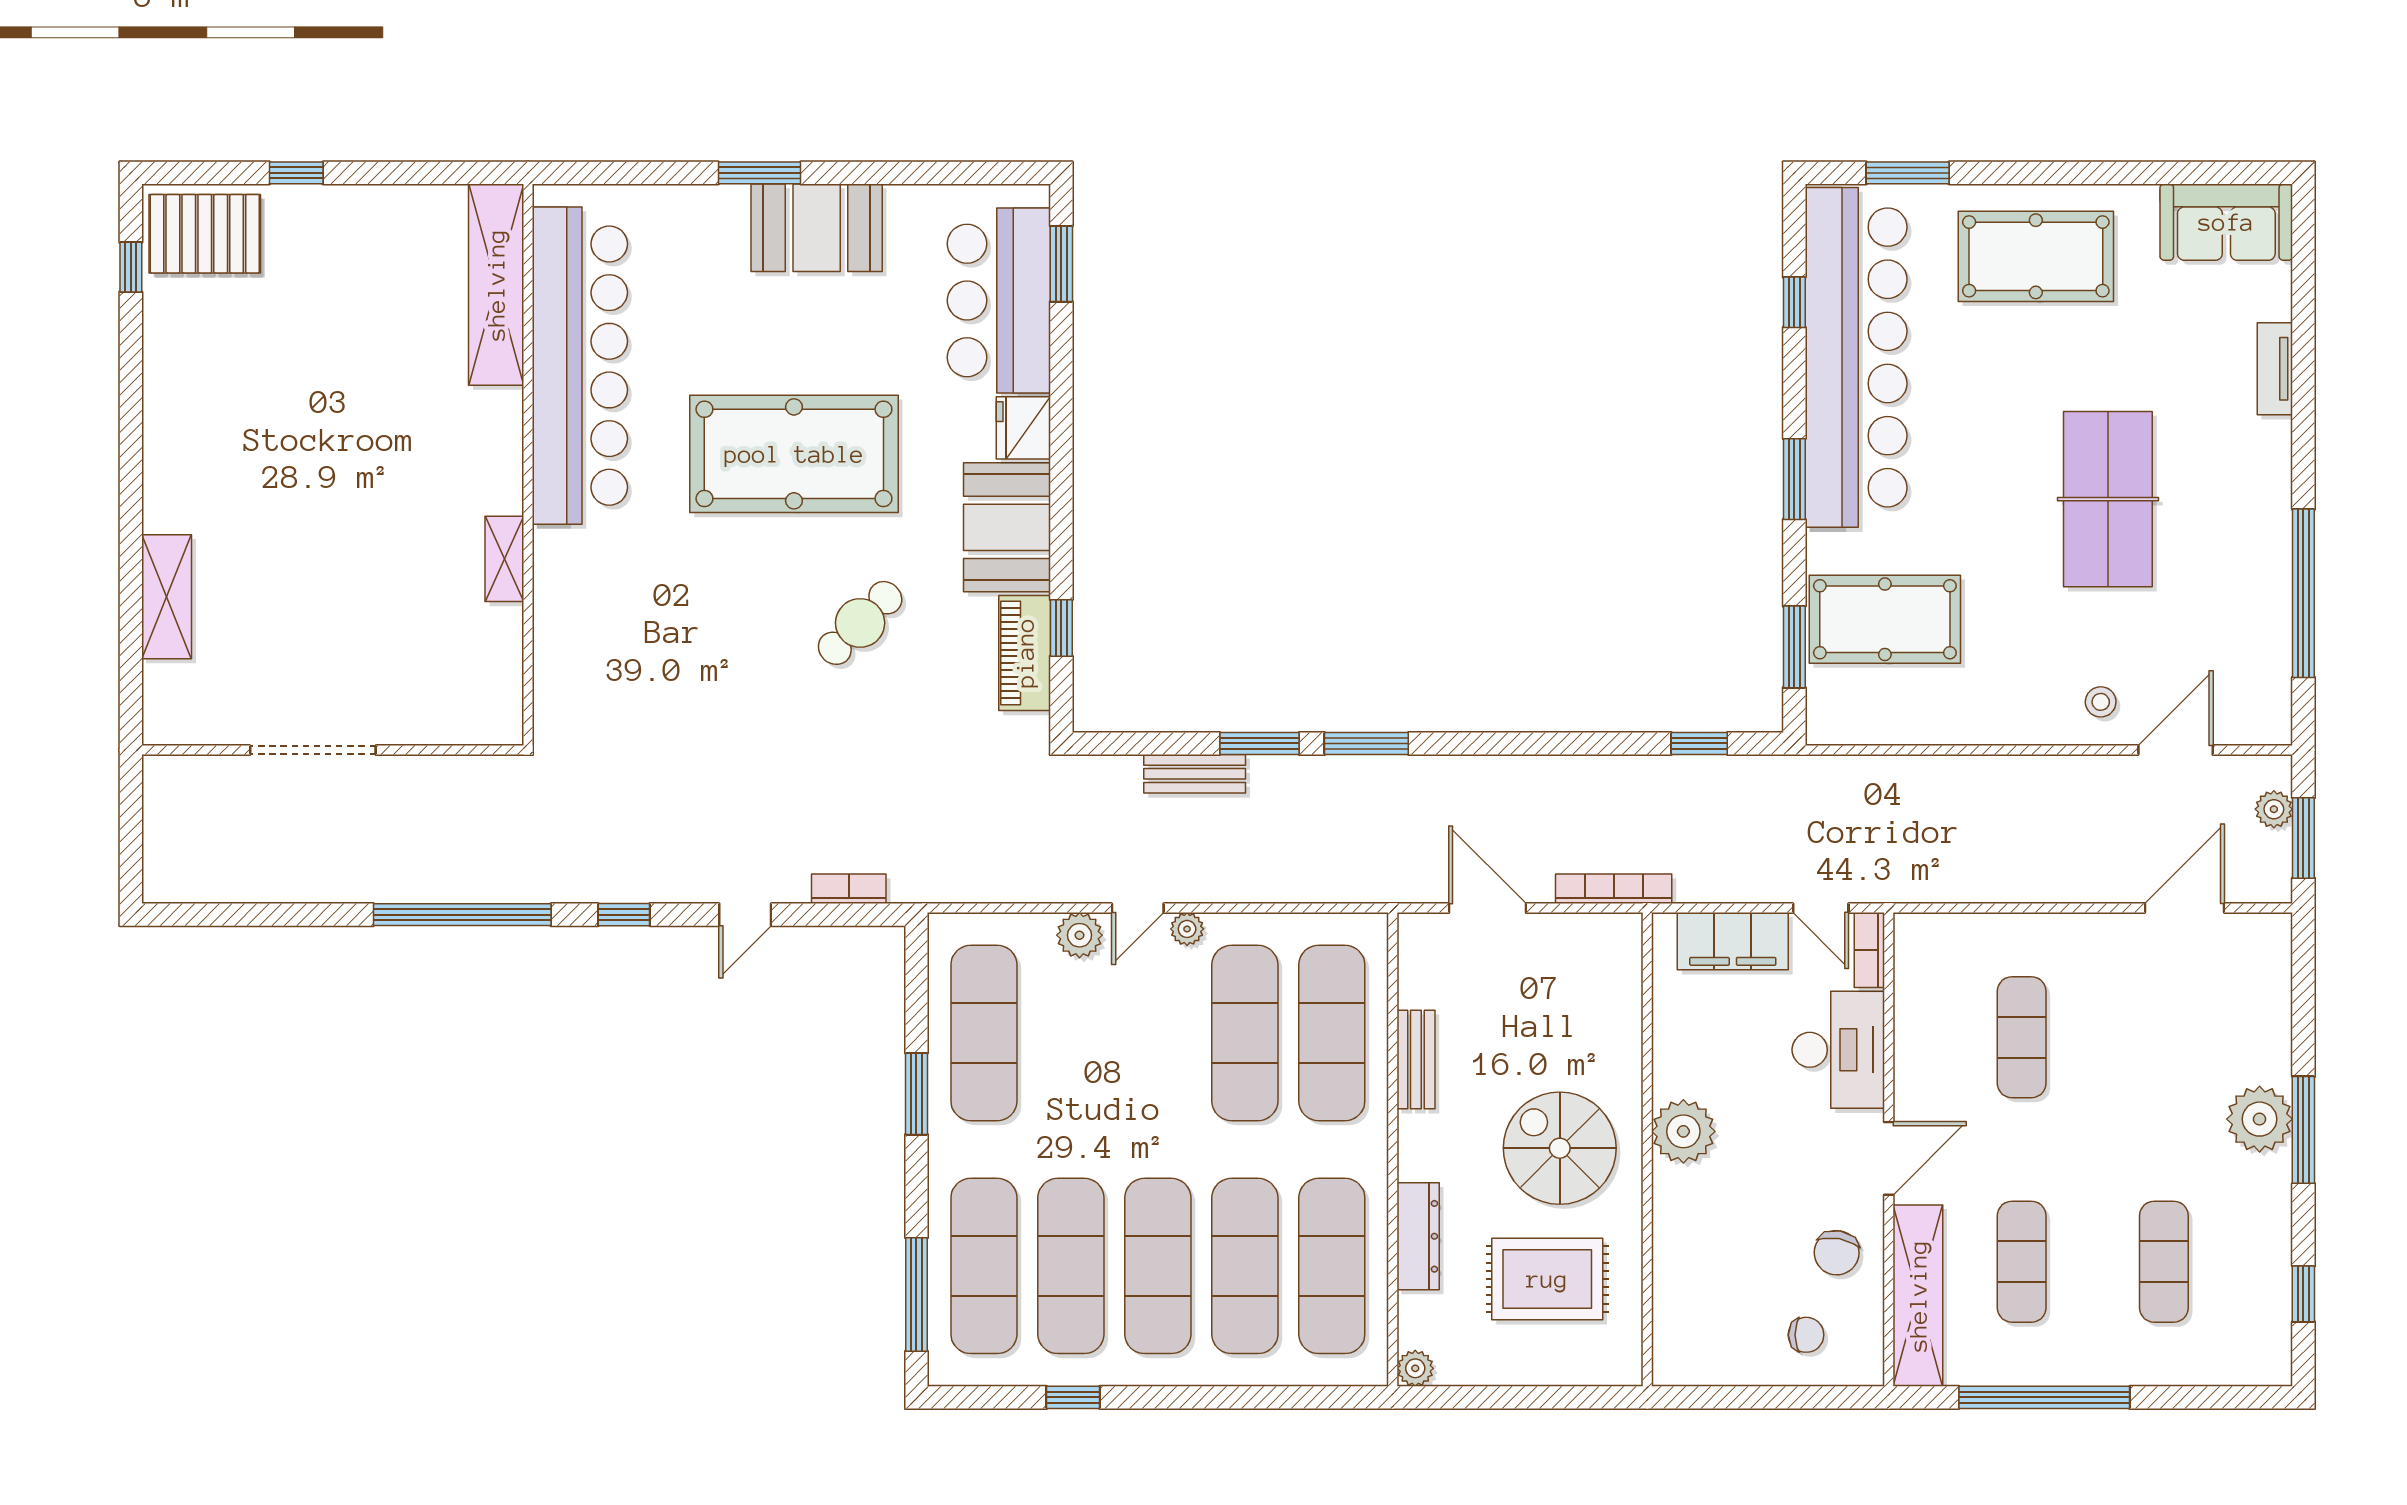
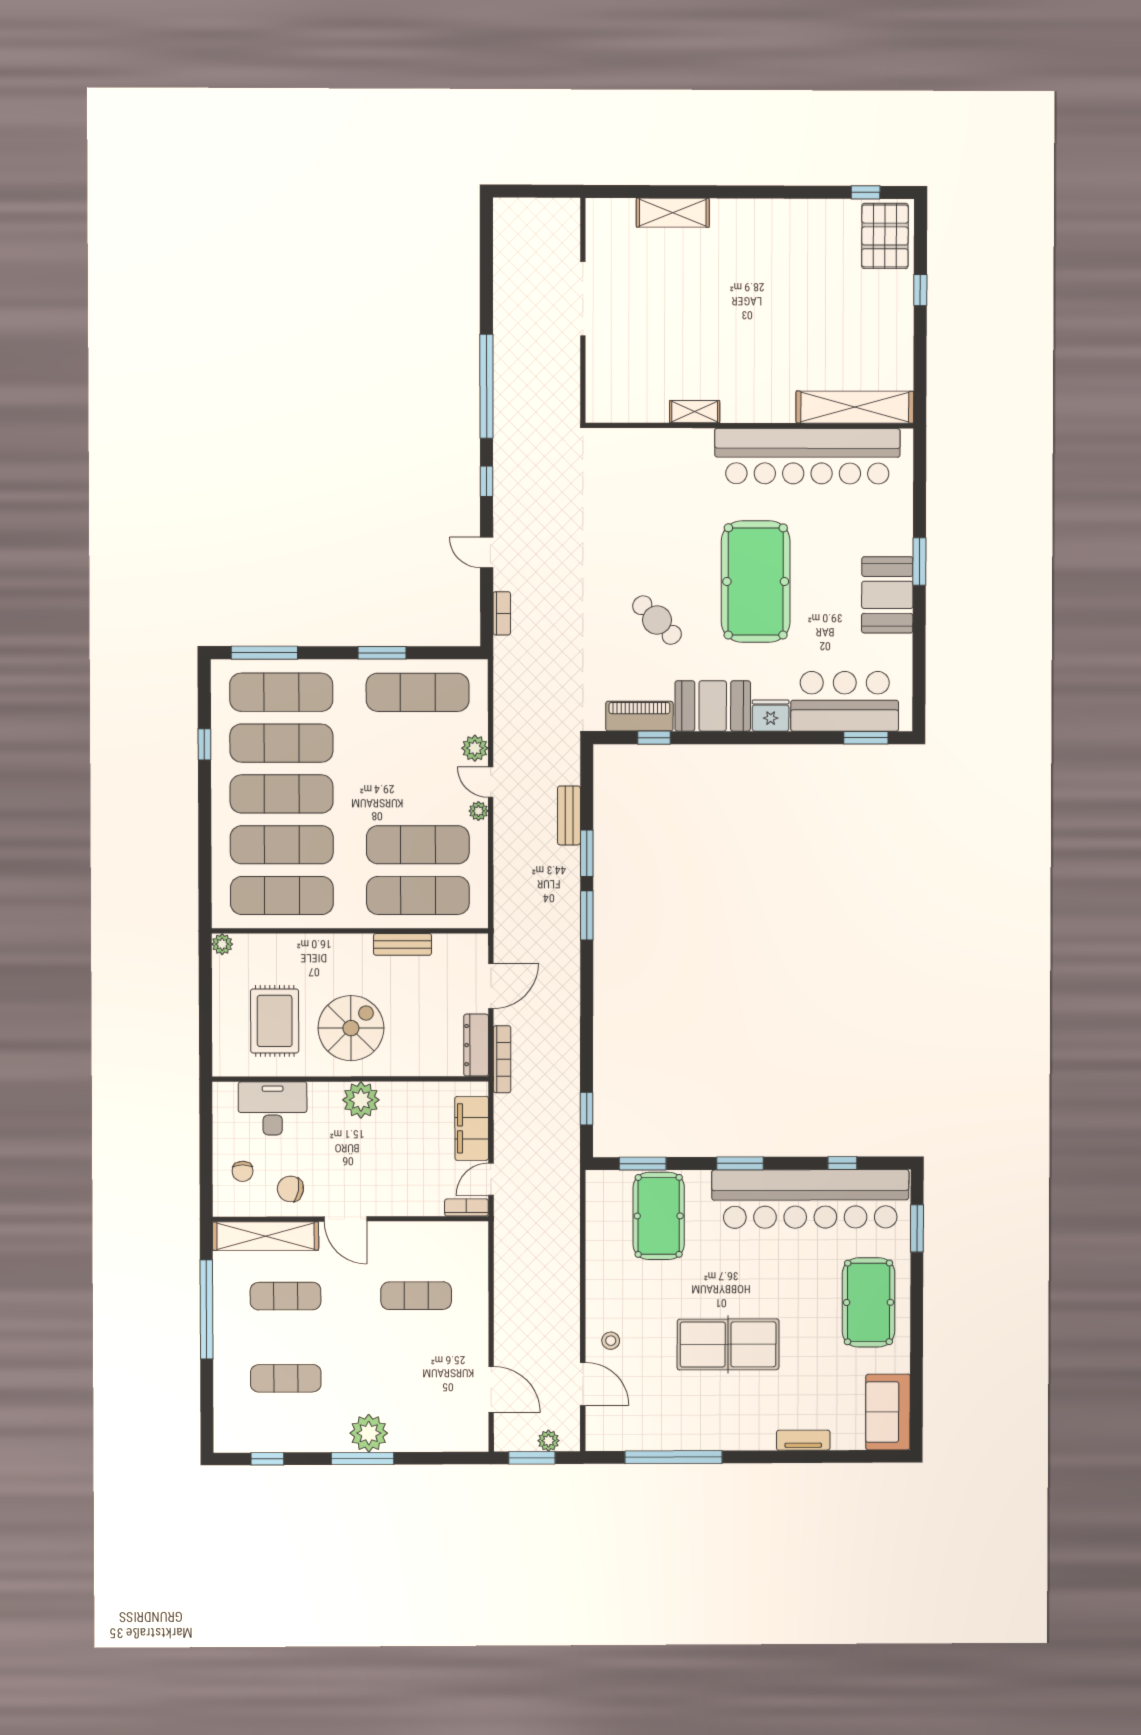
desk: (1838, 1050) -> (273, 1108), moved, turned 180
dresser: (1418, 1236) -> (476, 1045), moved, turned 90

